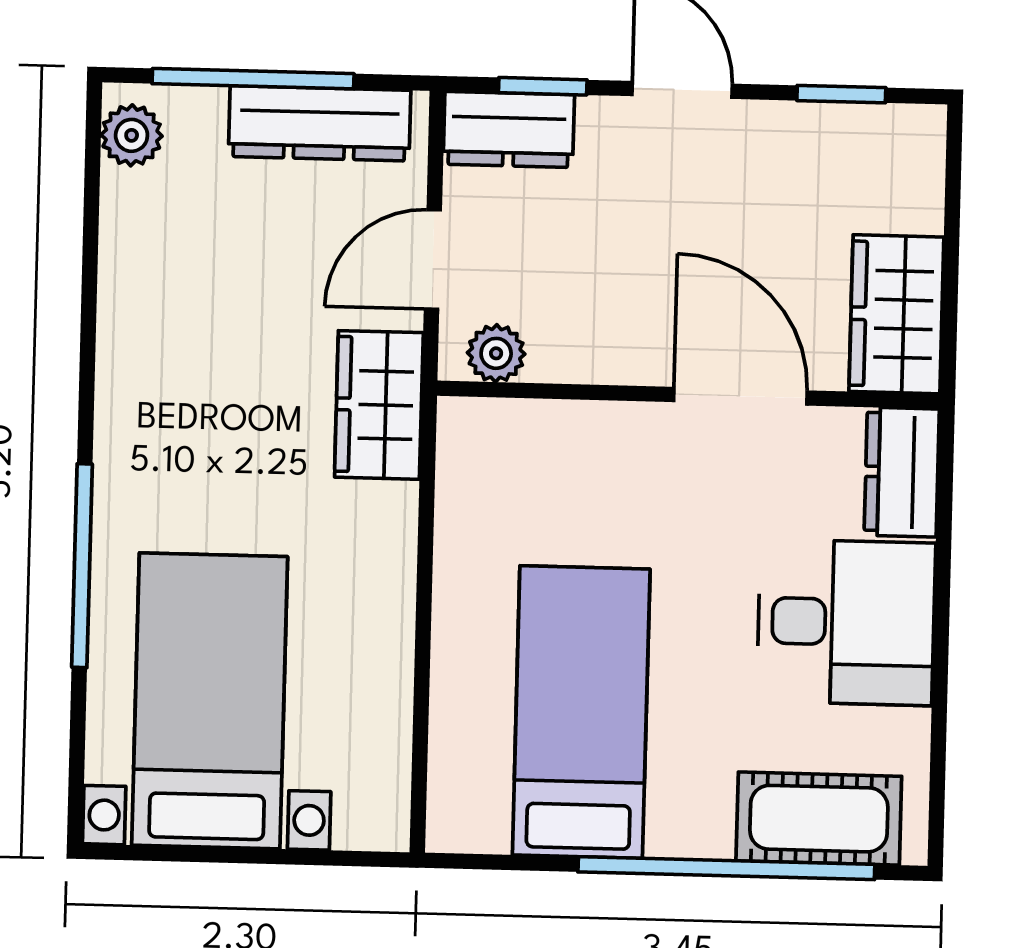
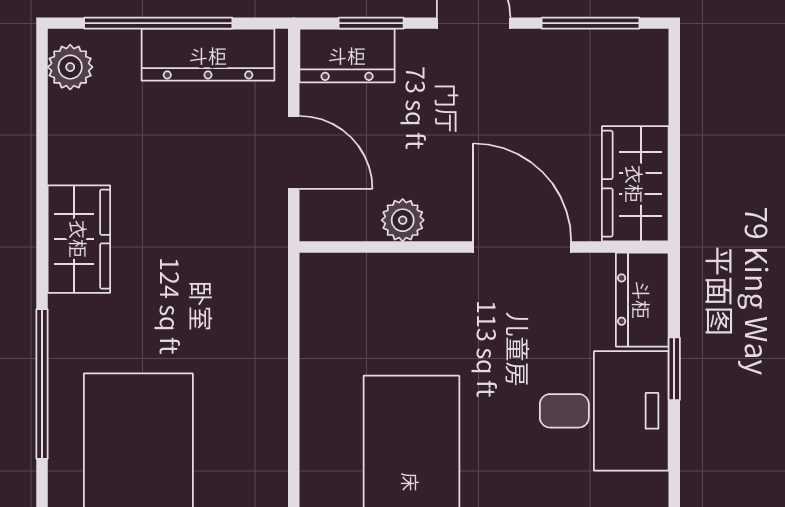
window: (841, 94) -> (591, 23), width x1.50
door: (433, 259) -> (294, 152), swing flipped
plant: (496, 353) -> (403, 220), moved
wardrobe: (379, 405) -> (79, 239), moved, turned 180
window: (943, 567) -> (674, 369), added

